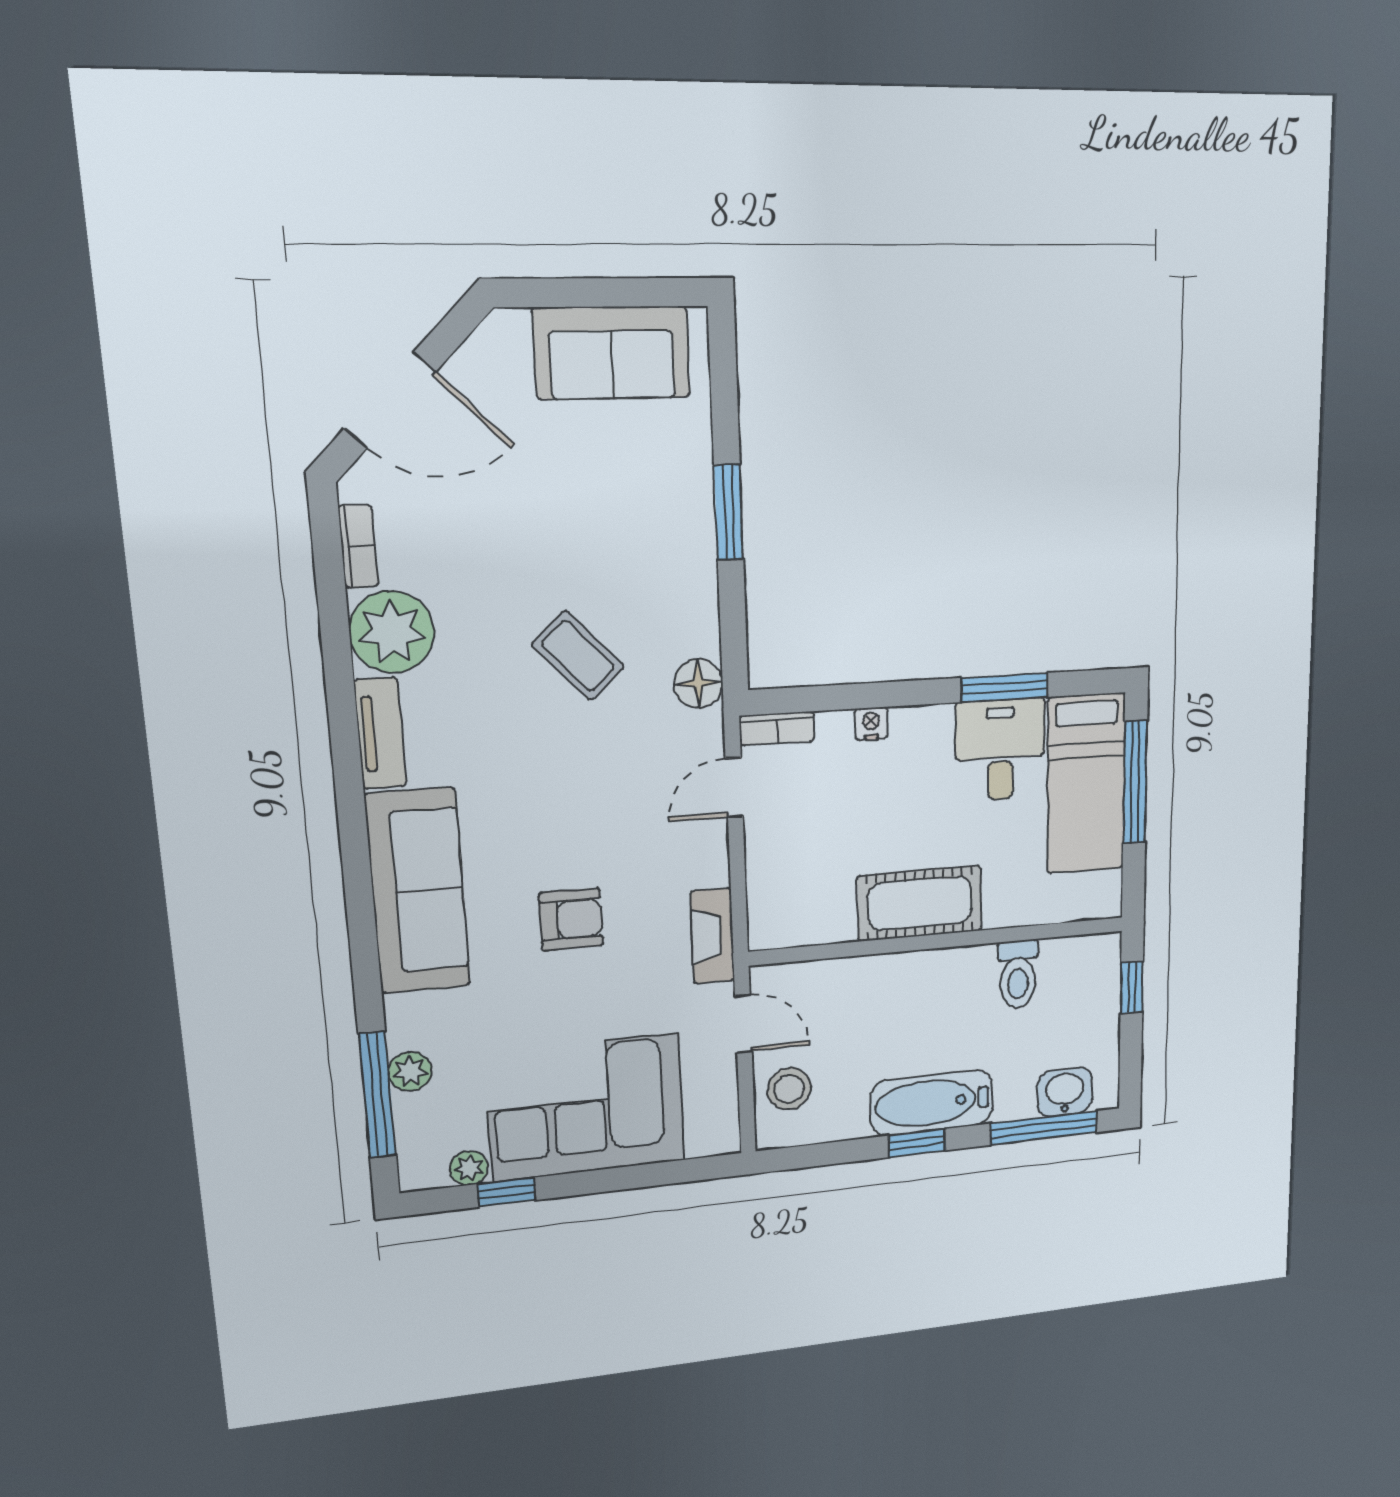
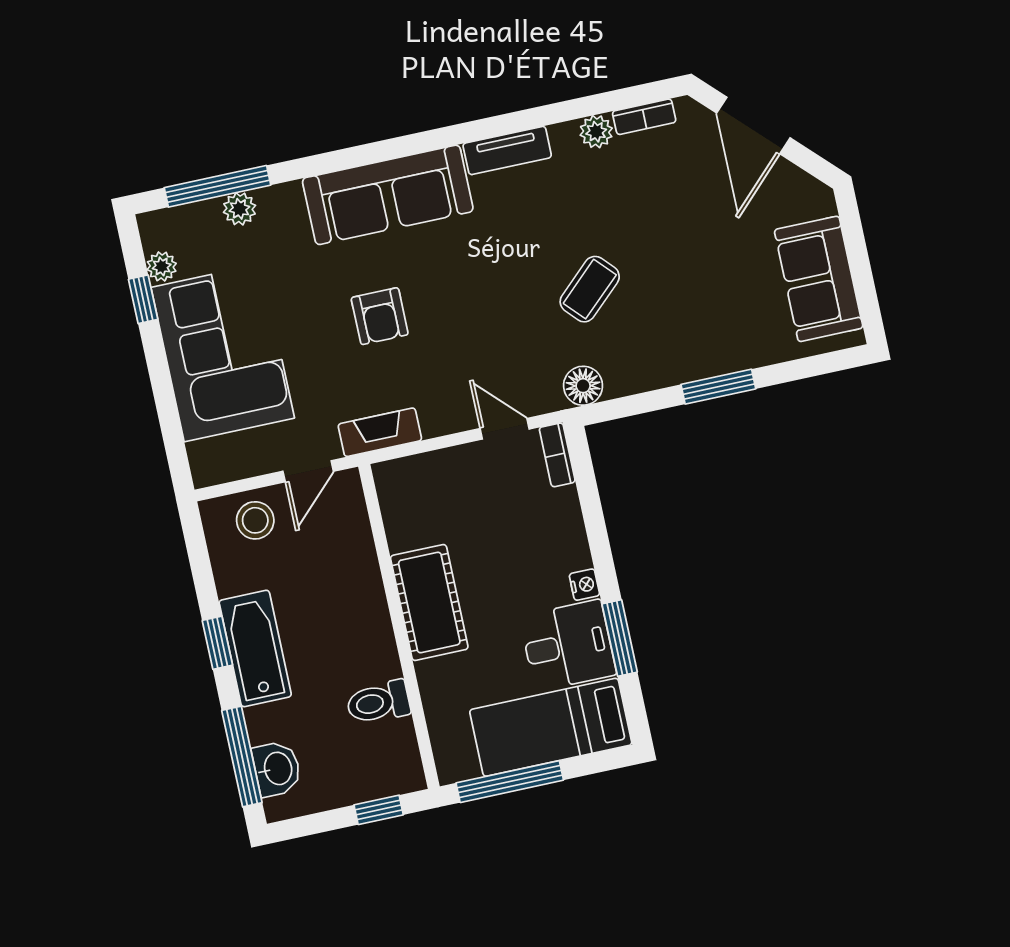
plant: (392, 632) -> (596, 132), width x0.53, depth x0.53
nightstand: (871, 723) -> (584, 585), moved
window: (1135, 782) -> (510, 782), moved

